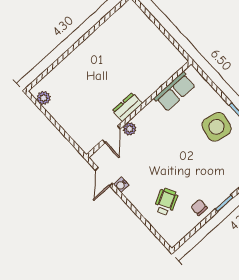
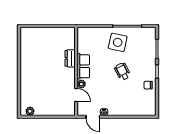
row of seats: (175, 92) -> (83, 66), moved
dresser: (127, 107) -> (70, 58), moved
wheelchair: (166, 202) -> (122, 71), moved

